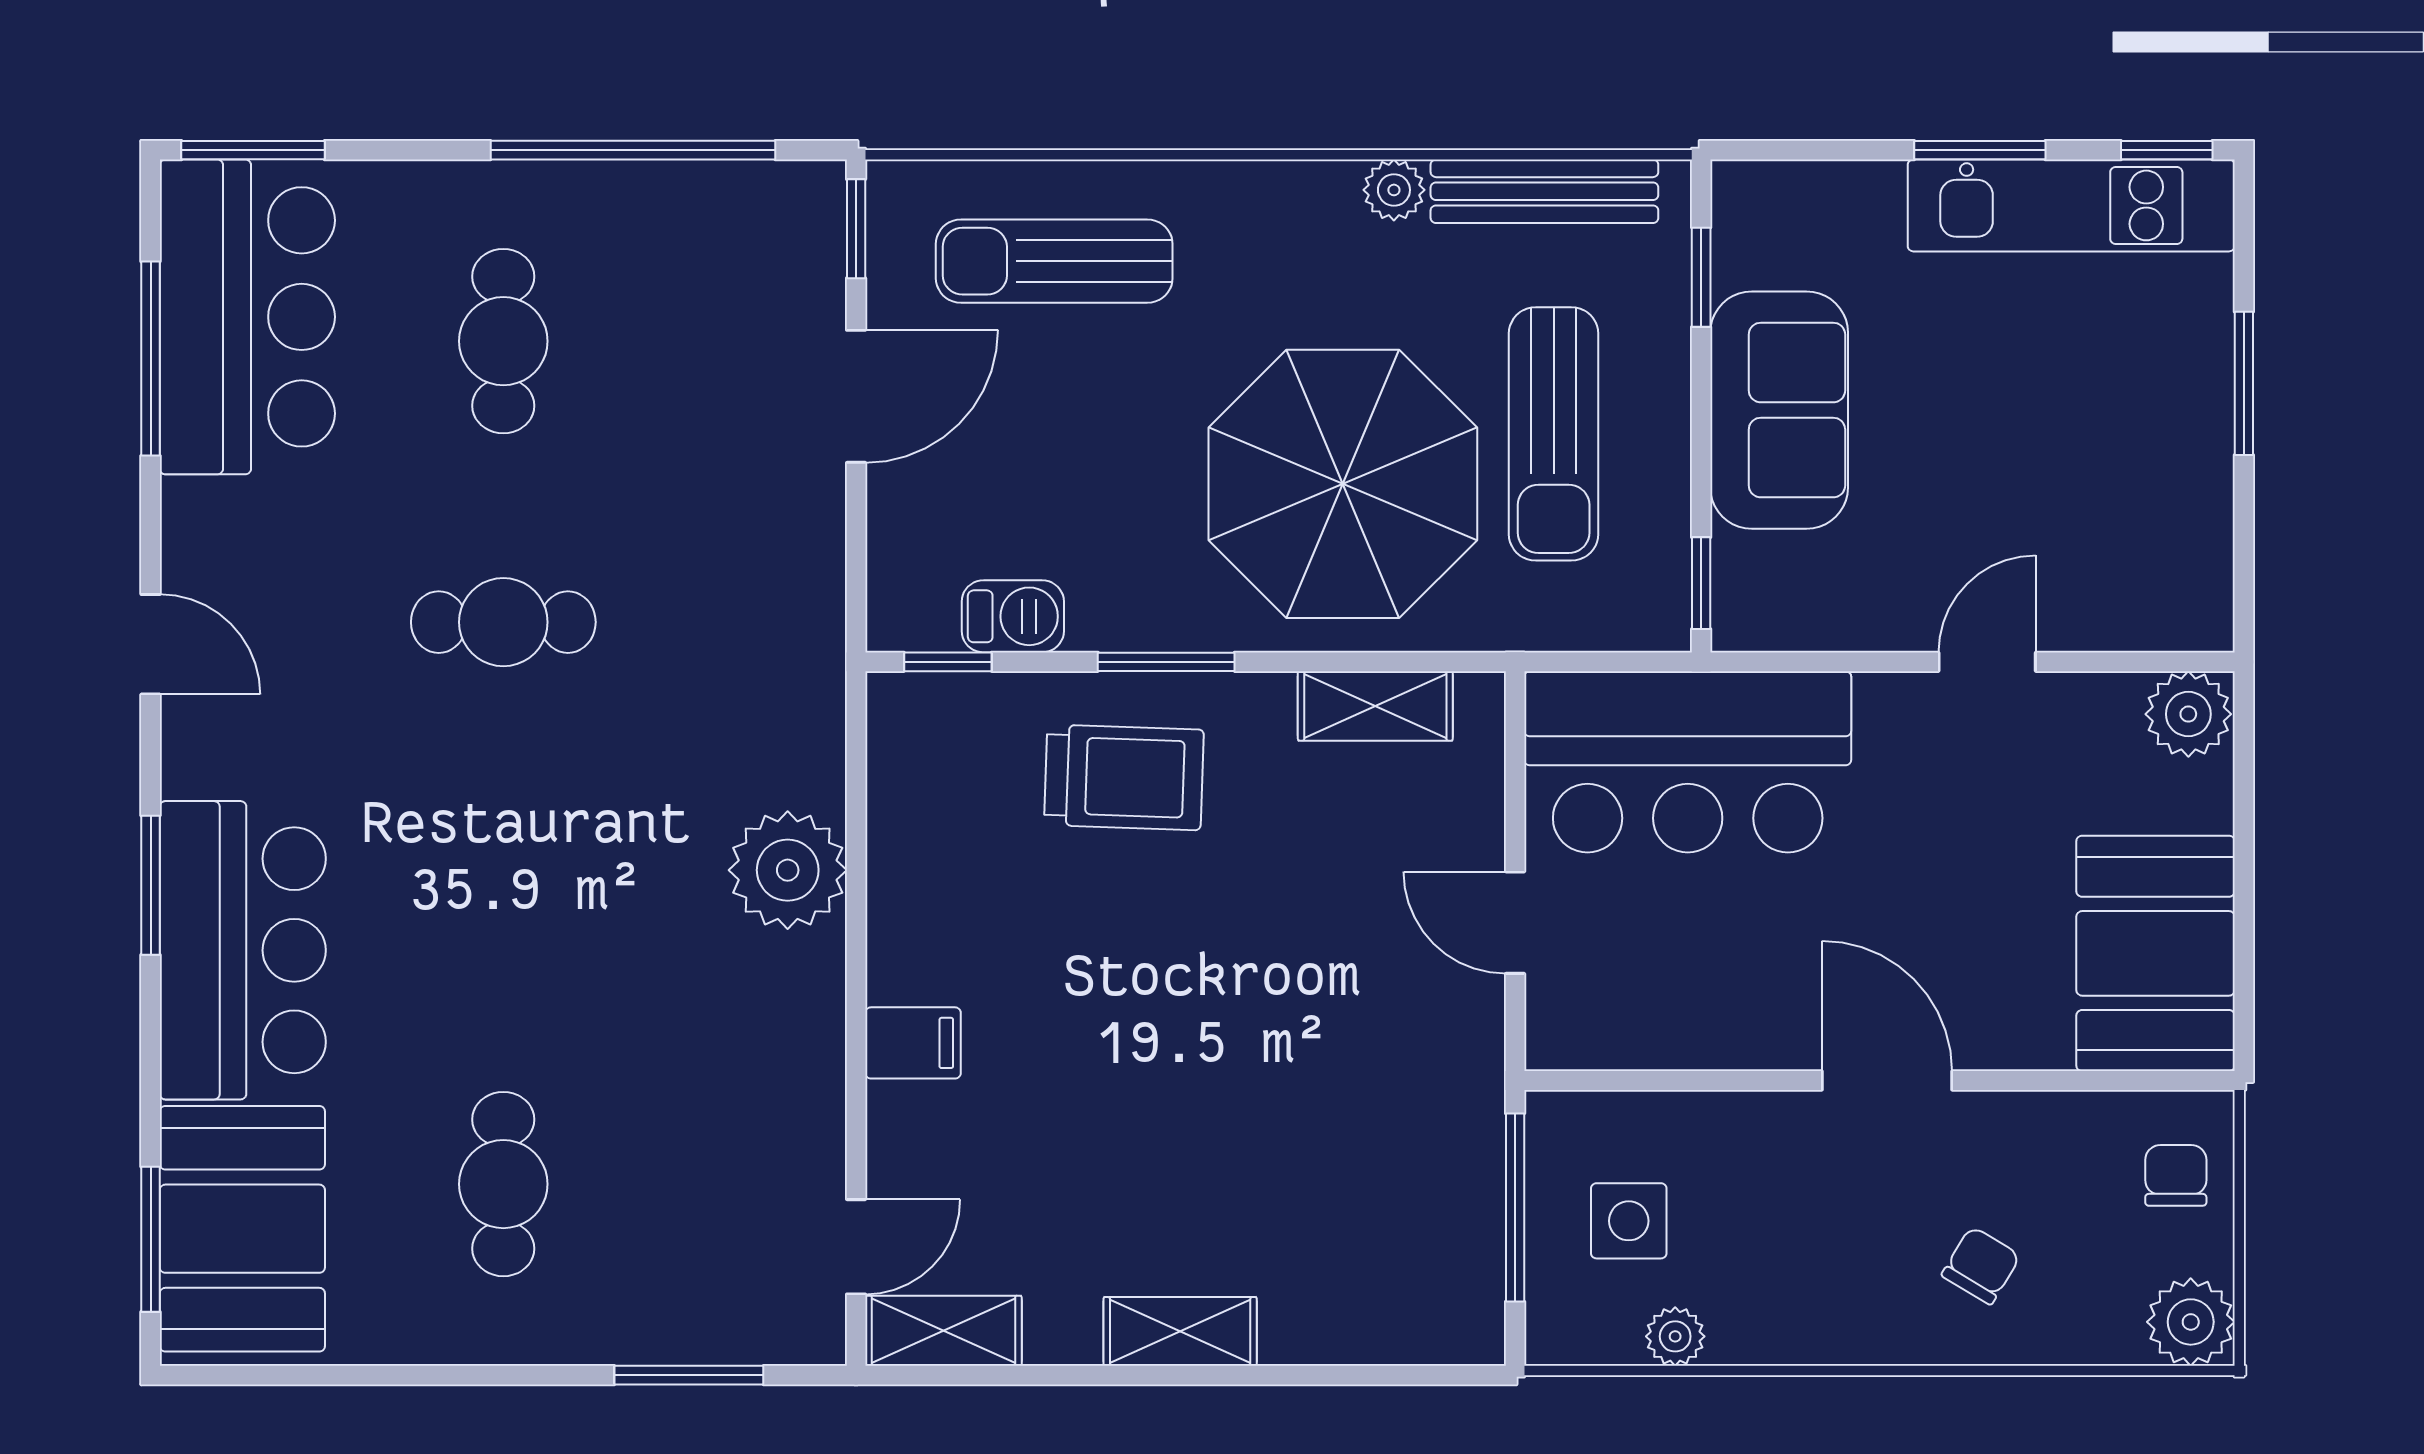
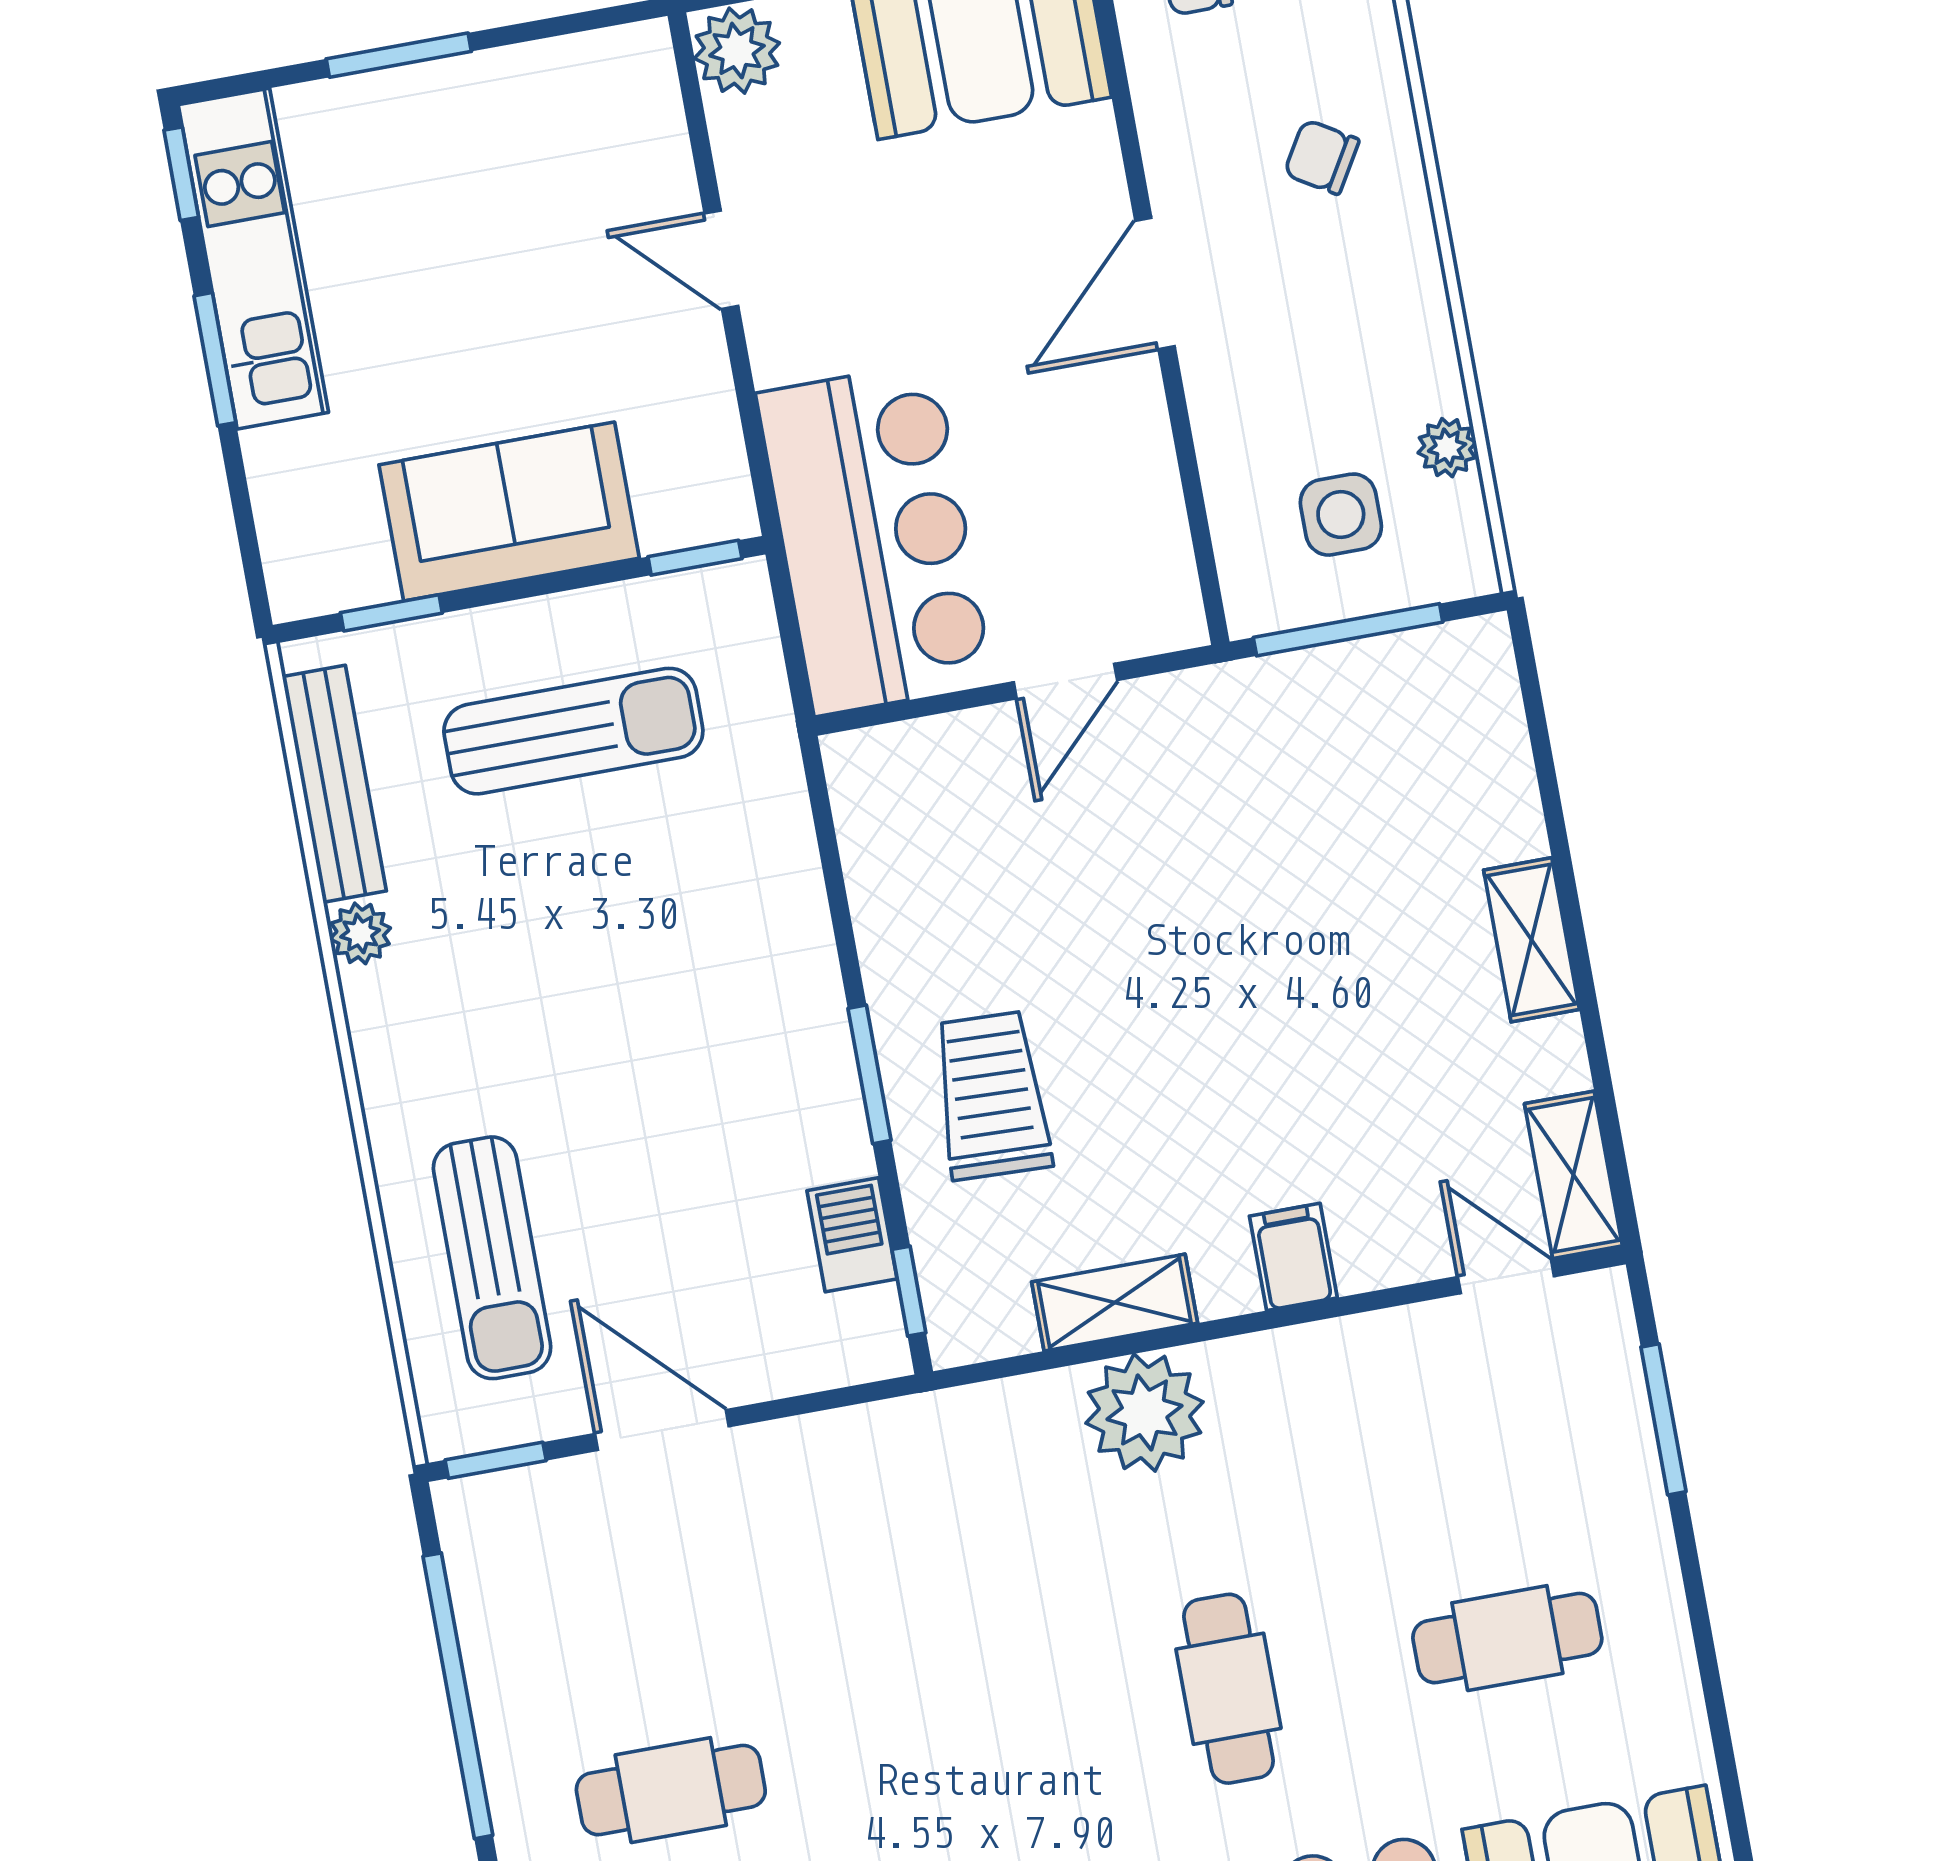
parasol: (1343, 484) -> (661, 931), removed
cafe table: (503, 622) -> (1228, 1689), moved
shelving: (1375, 706) -> (1115, 1303), moved, turned 90

